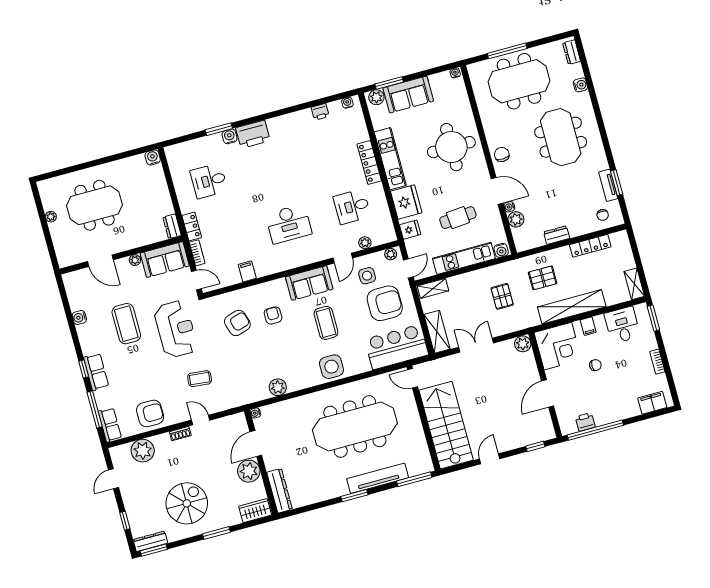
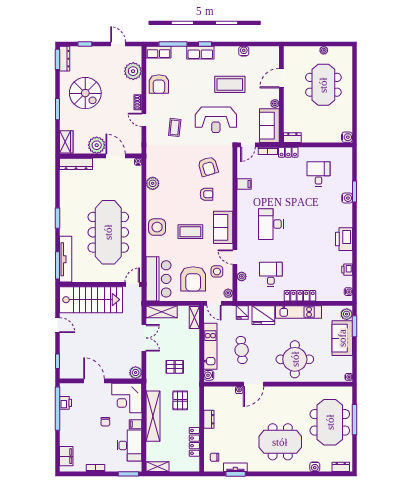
printer: (253, 134) -> (344, 239), moved
chair: (502, 154) -> (279, 395), removed
plant: (516, 219) -> (229, 392), removed
desk: (622, 325) -> (129, 445), width x1.37
door: (201, 420) -> (144, 120), swing flipped
tv unit: (378, 478) -> (66, 259), moved

